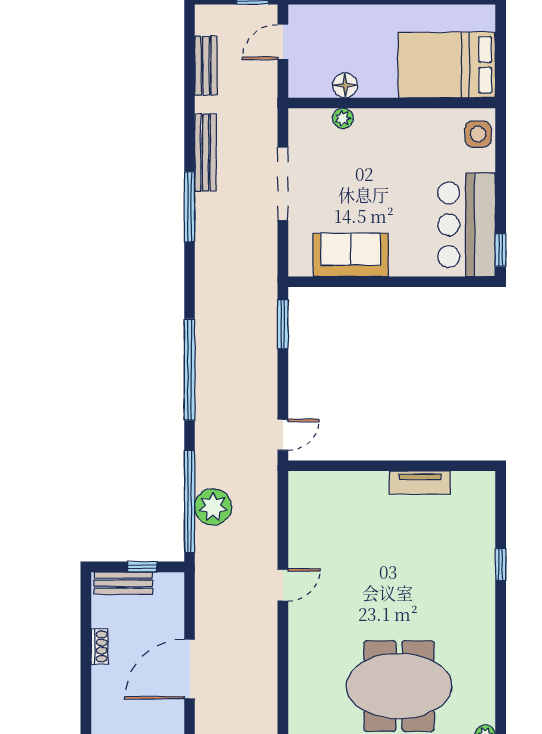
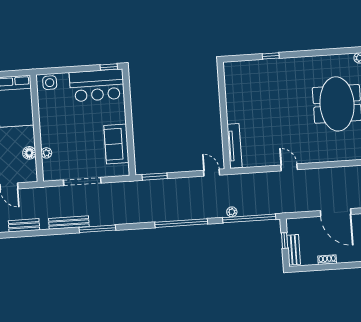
tv unit: (420, 483) -> (235, 146), moved, width x1.41
plant: (213, 507) -> (232, 212), moved, width x0.53, depth x0.53

